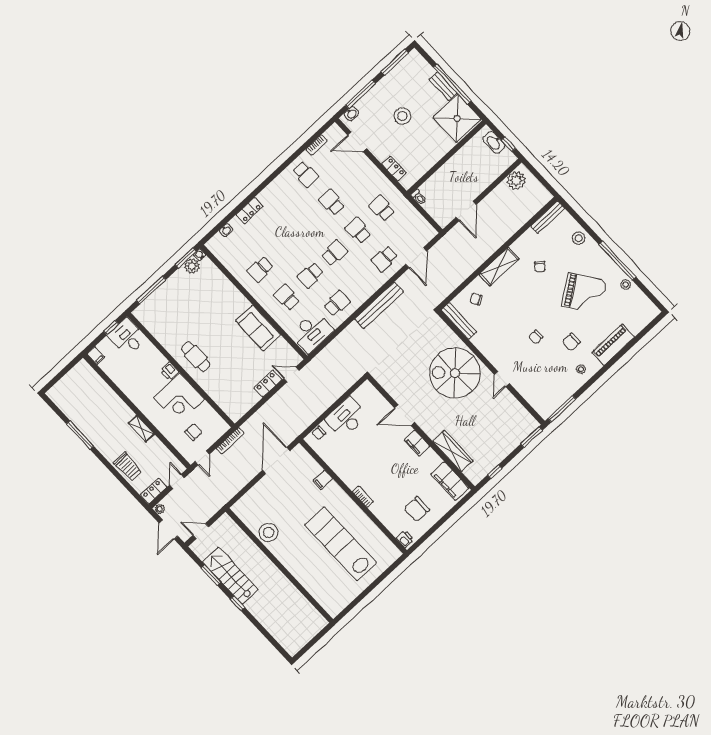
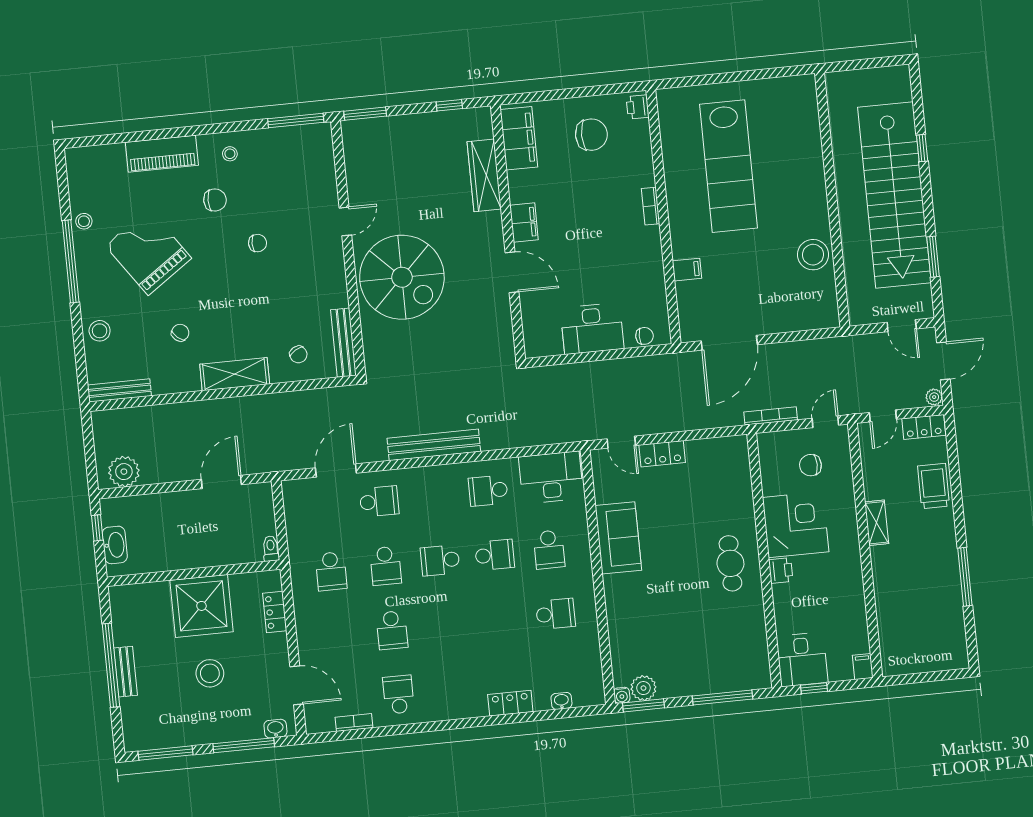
shower: (457, 118) -> (201, 606), moved
stairs: (230, 576) -> (894, 195), width x1.86, depth x1.51
window: (237, 603) -> (922, 148), moved

